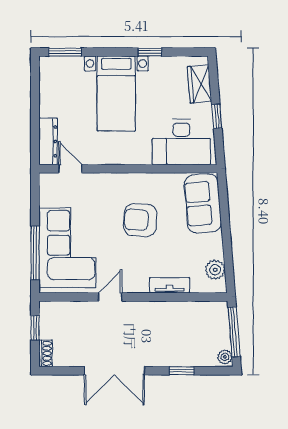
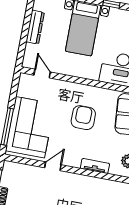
dresser: (48, 141) -> (35, 27), moved
armchair: (140, 220) -> (83, 118), turned 86

